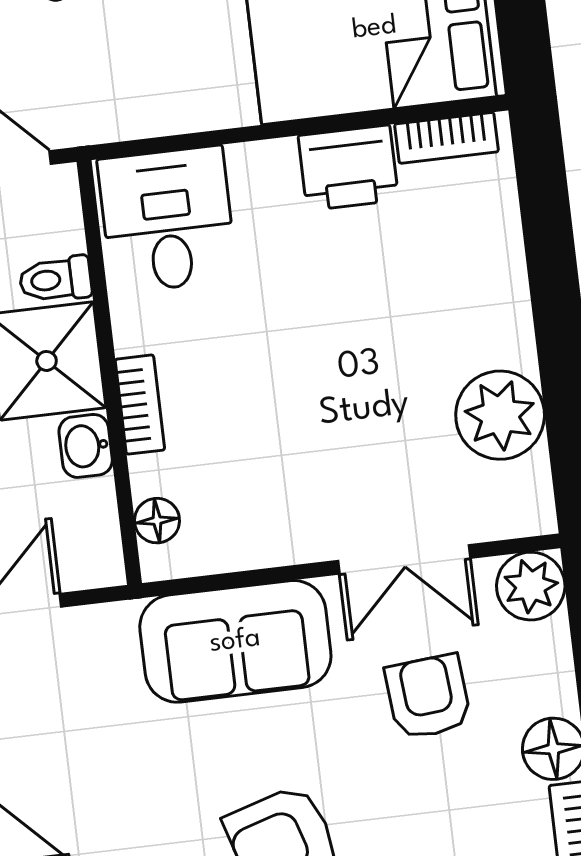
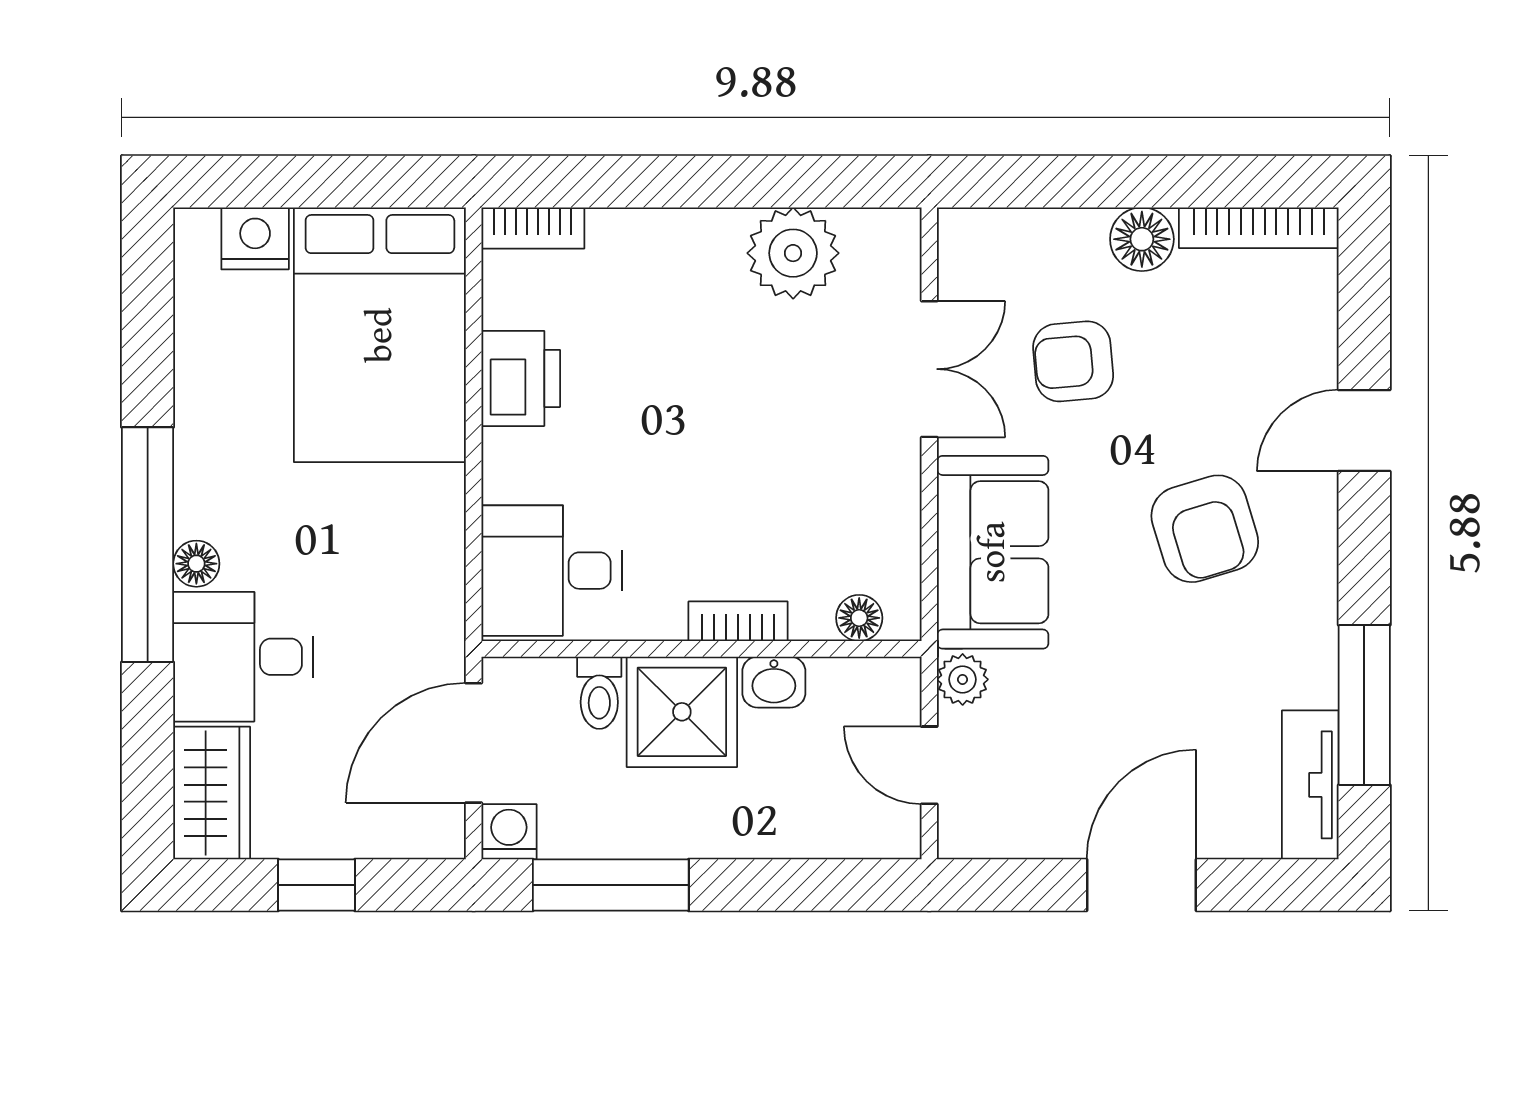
bookcase: (446, 138) -> (533, 228), moved, turned 90
plant: (531, 586) -> (963, 679), moved, width x0.73, depth x0.73

